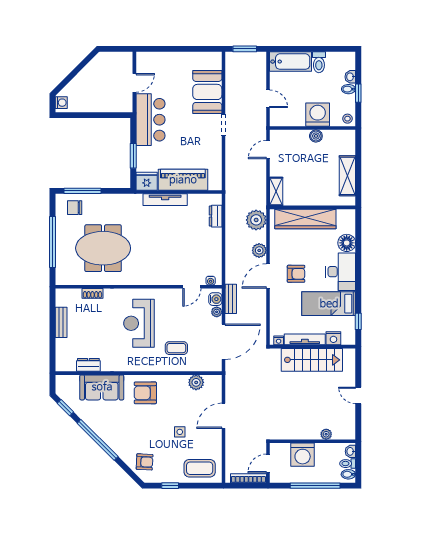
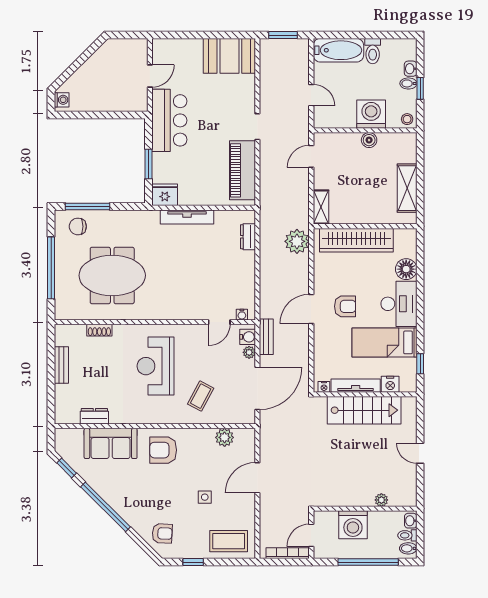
booth: (207, 92) -> (229, 56), moved, turned 90
piano: (183, 180) -> (243, 170), moved, turned -90
plant: (259, 250) -> (301, 278), removed
coffee table: (176, 348) -> (201, 396), turned -62

